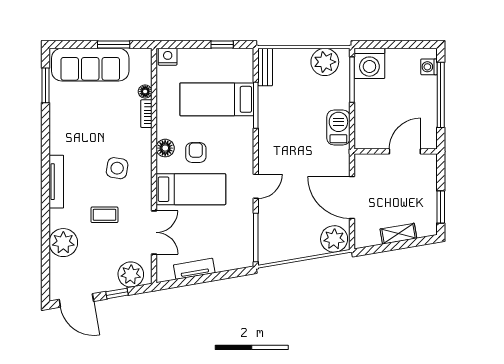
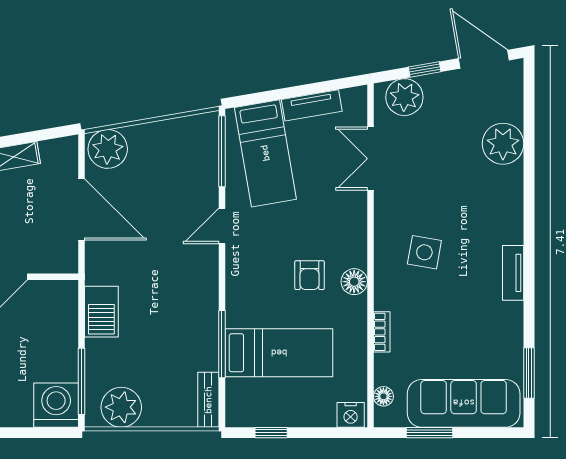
floor lamp: (145, 92) -> (383, 396), moved
tv unit: (56, 182) -> (513, 273), moved, width x0.71
bed: (191, 189) -> (265, 153), moved, turned -100
coffee table: (104, 215) -> (443, 184), removed

